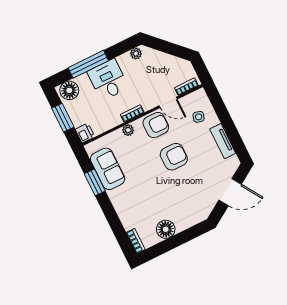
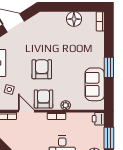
armchair: (156, 125) -> (44, 99), turned 90
armchair: (174, 157) -> (42, 69), turned 90
window: (95, 182) -> (109, 67), moved

